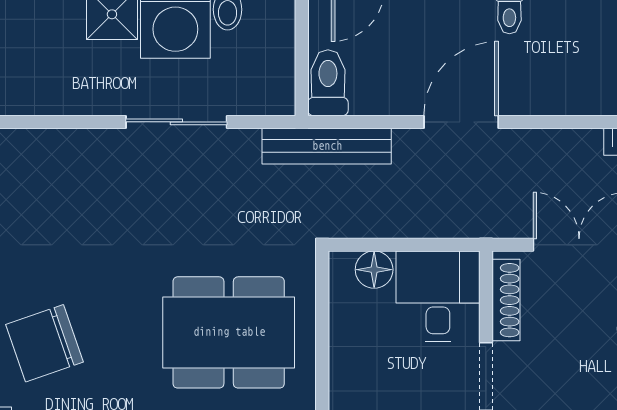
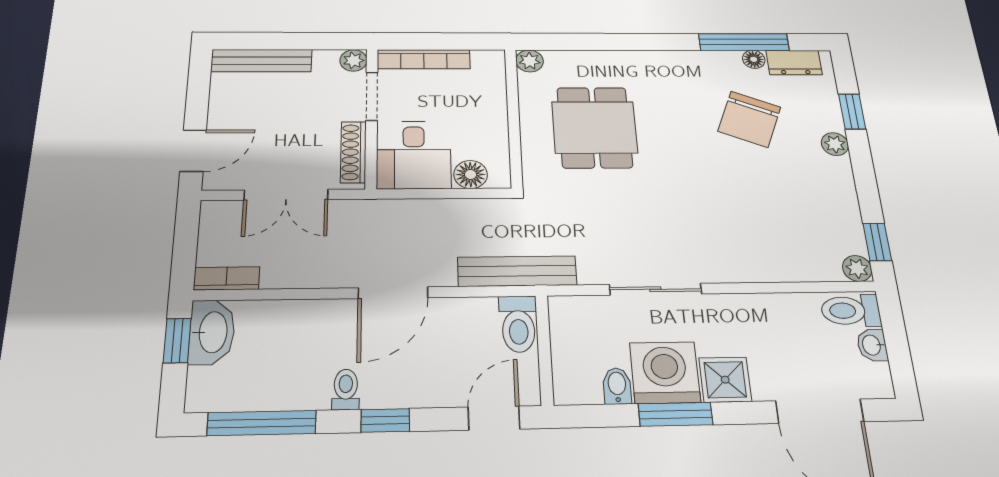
dining table: (229, 332) -> (595, 127), width x0.73
chair: (45, 343) -> (749, 119), turned 131

